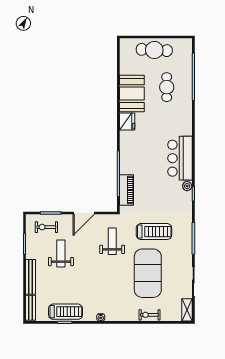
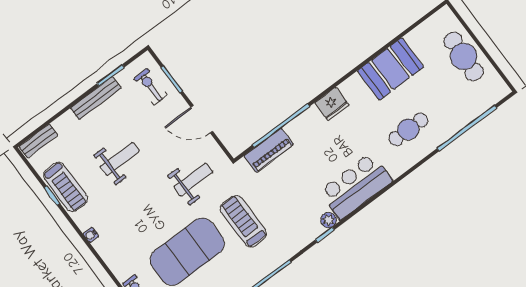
cafe table: (167, 87) -> (408, 129), moved
fridge: (127, 122) -> (332, 104), moved
treadmill: (154, 232) -> (243, 221), turned 180
weight bench: (61, 254) -> (120, 159), moved
bench: (31, 277) -> (96, 98), moved

